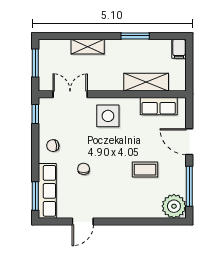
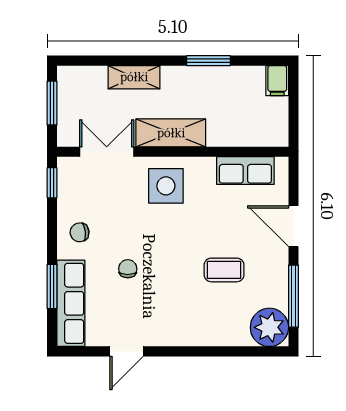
shelving: (146, 82) -> (171, 133), moved
window: (35, 196) -> (52, 286), moved

